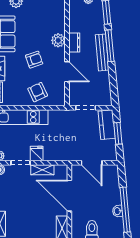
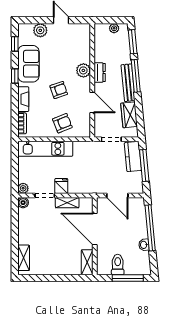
wardrobe: (103, 84) -> (129, 115), added
armchair: (38, 92) -> (62, 123), turned 93
window: (118, 133) -> (144, 165), width x1.44
window: (125, 210) -> (150, 228), moved

